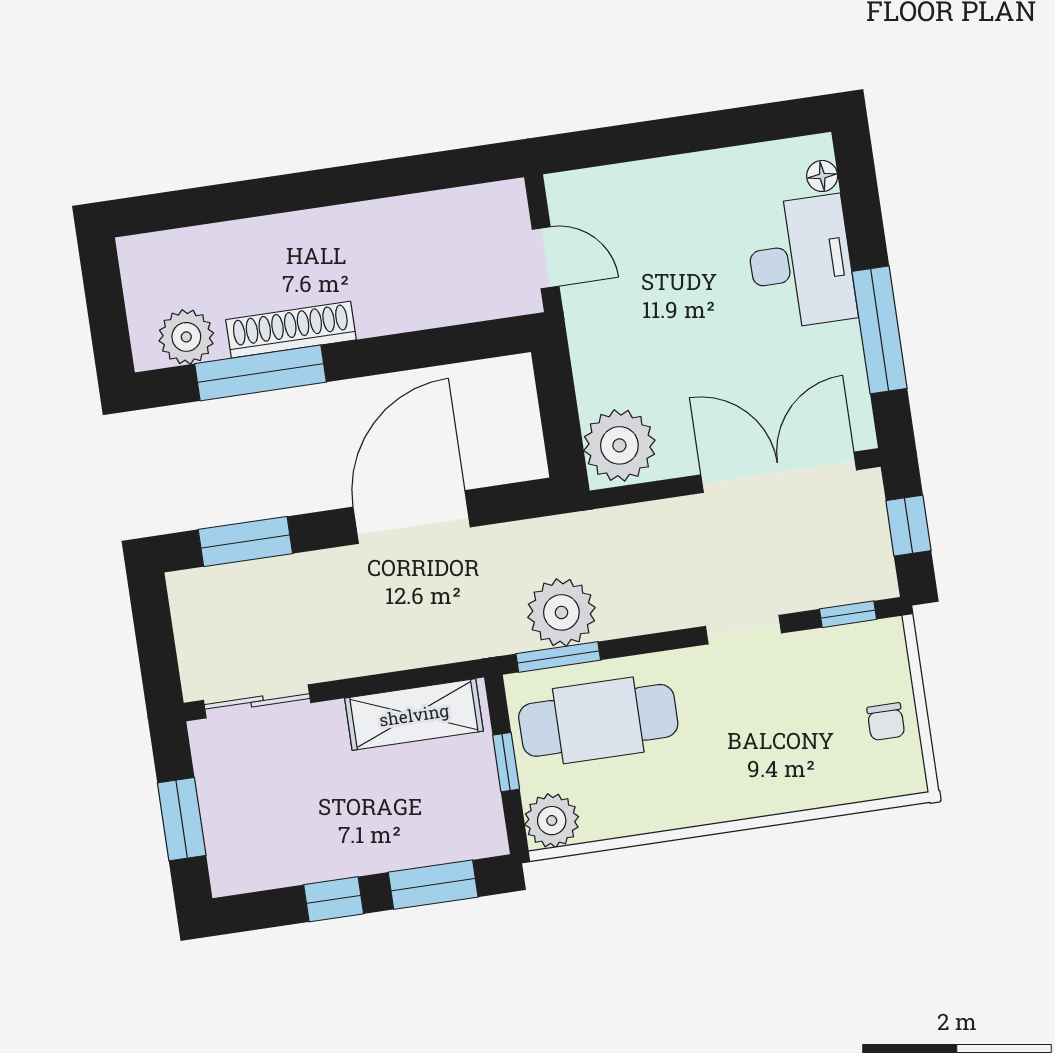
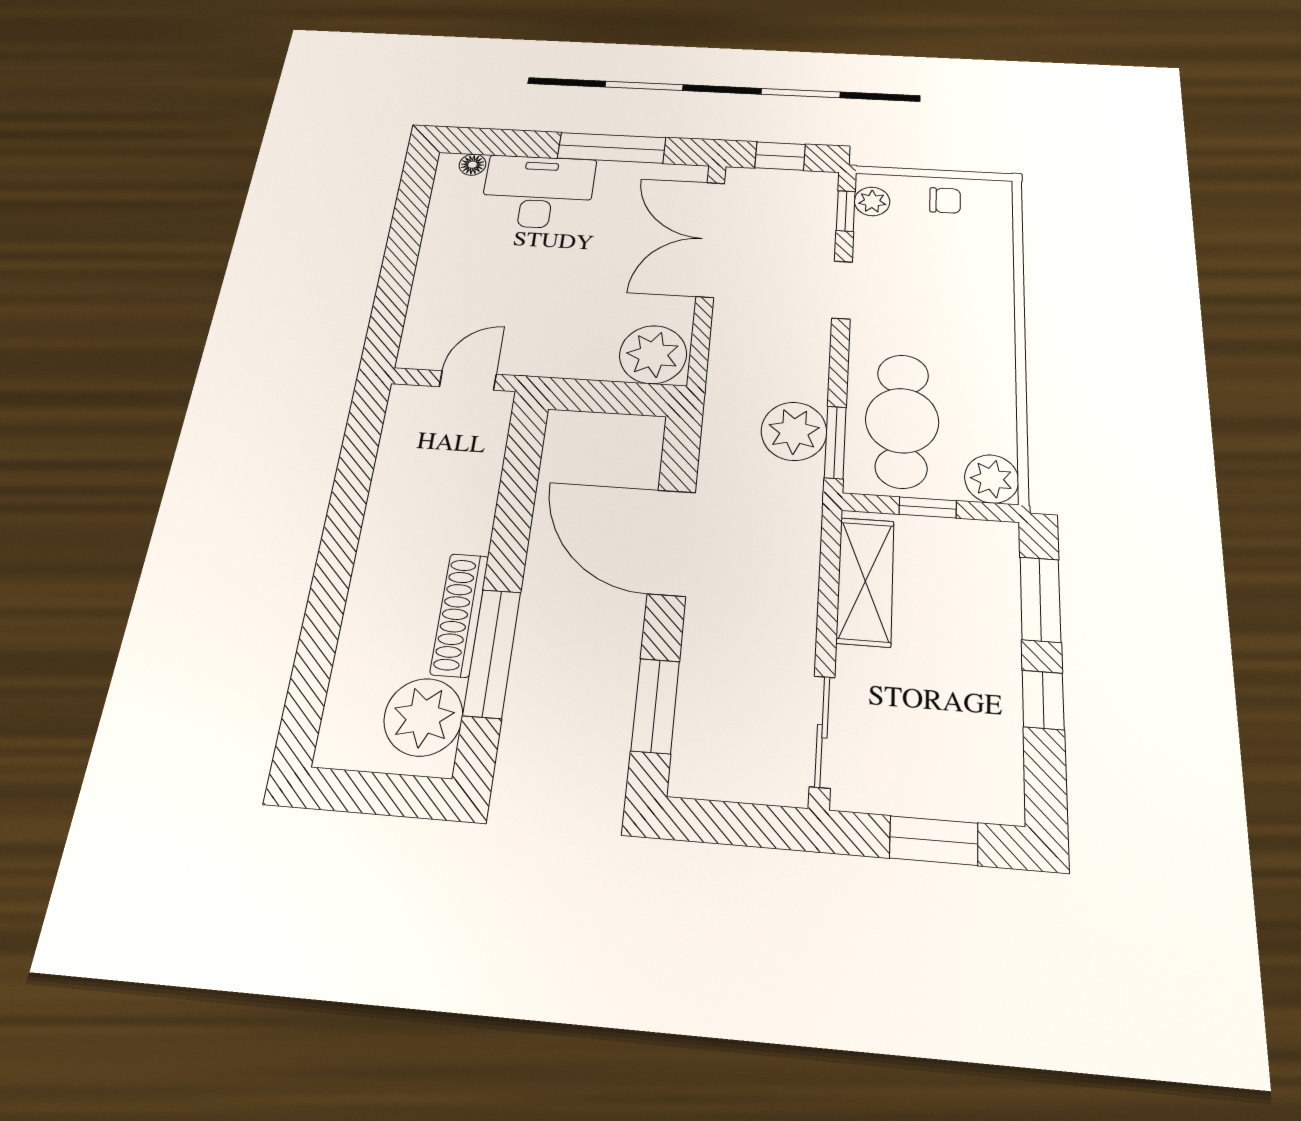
plant: (186, 337) -> (423, 717), width x1.36, depth x1.36
plant: (867, 641) -> (872, 201), added

